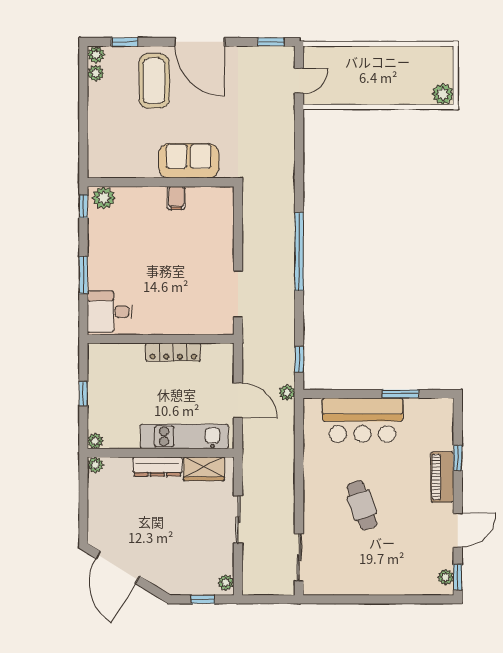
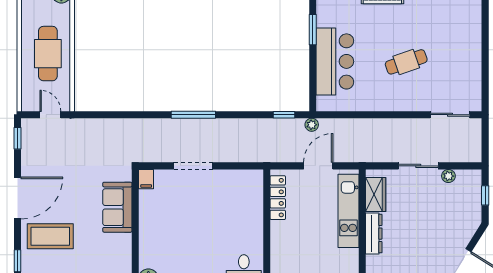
cafe table: (372, 78) -> (48, 54), added
filing cabinet: (176, 198) -> (146, 179), moved, turned 90
window: (299, 251) -> (193, 115), width x0.68
doorway: (238, 294) -> (193, 166), moved
locker: (173, 352) -> (278, 198), moved
plant: (226, 583) -> (448, 176), moved

